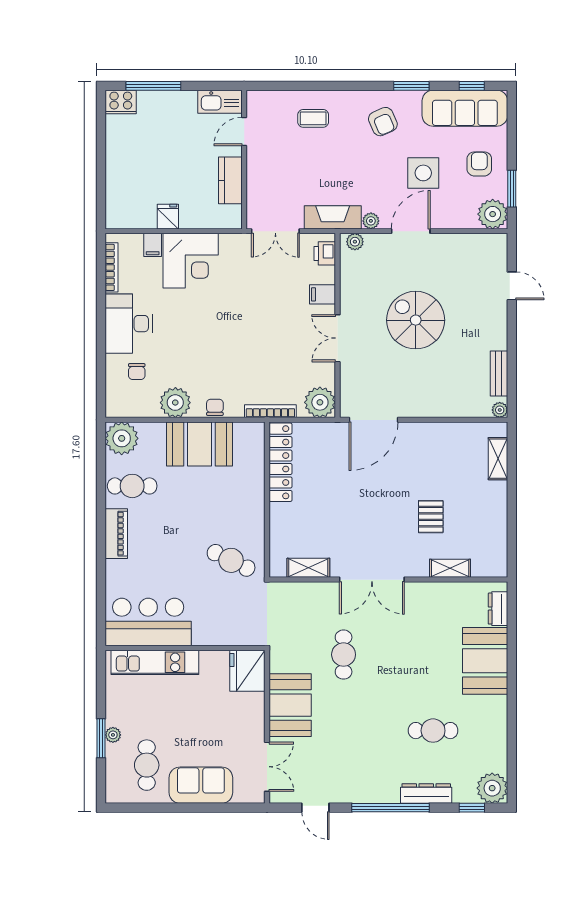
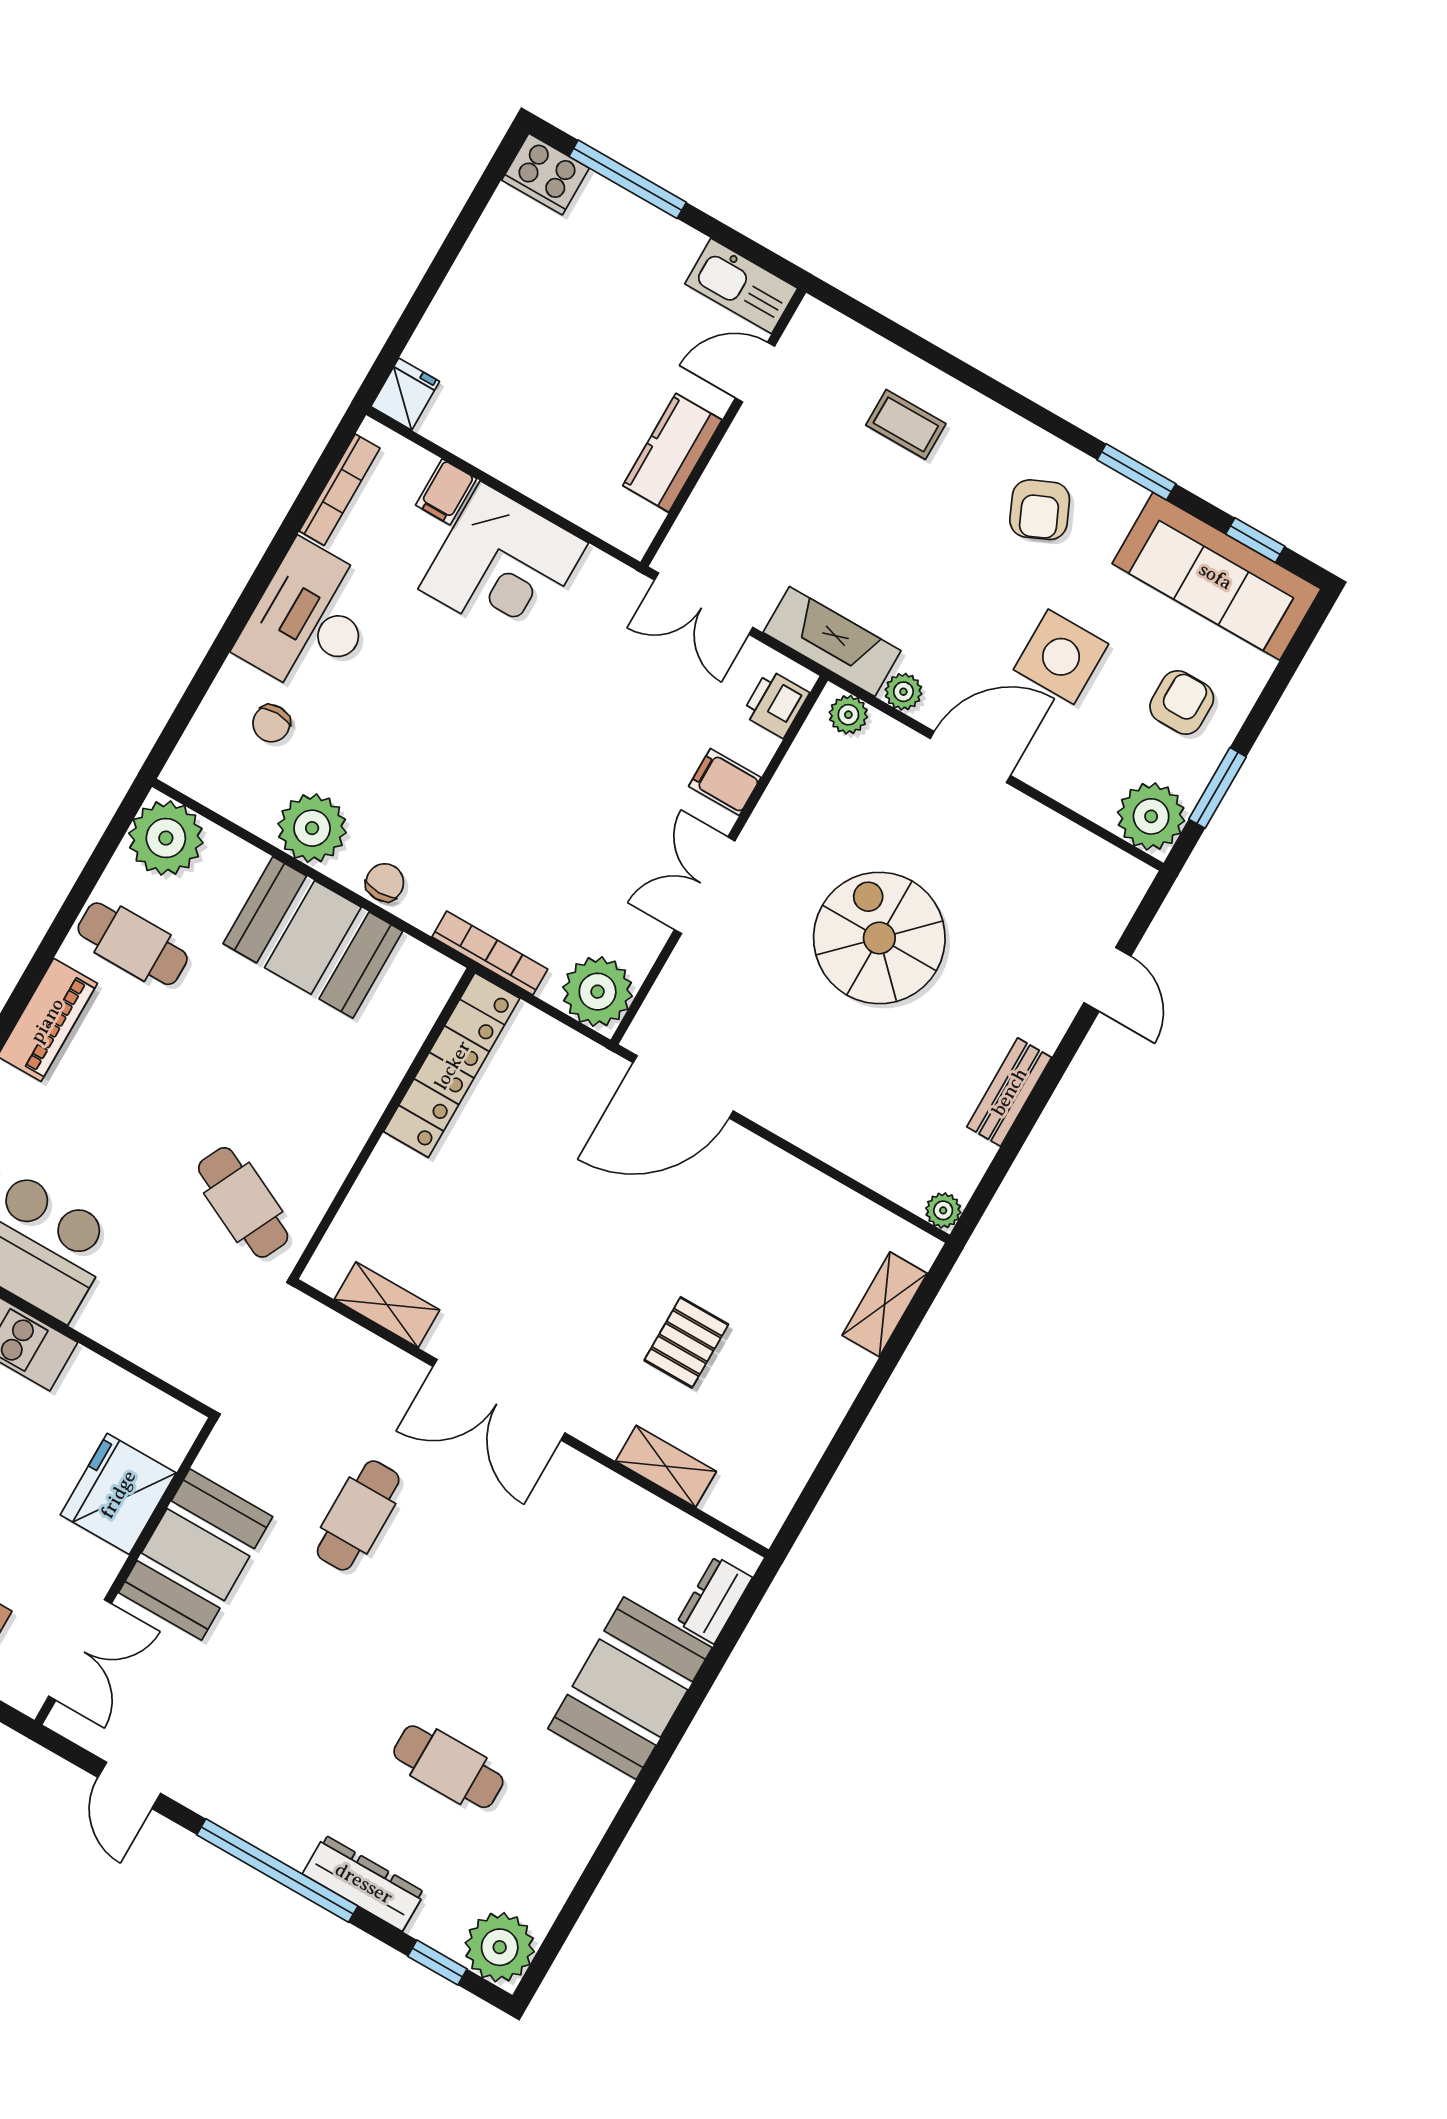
fridge: (168, 217) -> (405, 394), moved
bench: (499, 374) -> (1009, 1092), moved
fridge: (247, 671) -> (118, 1494), moved

